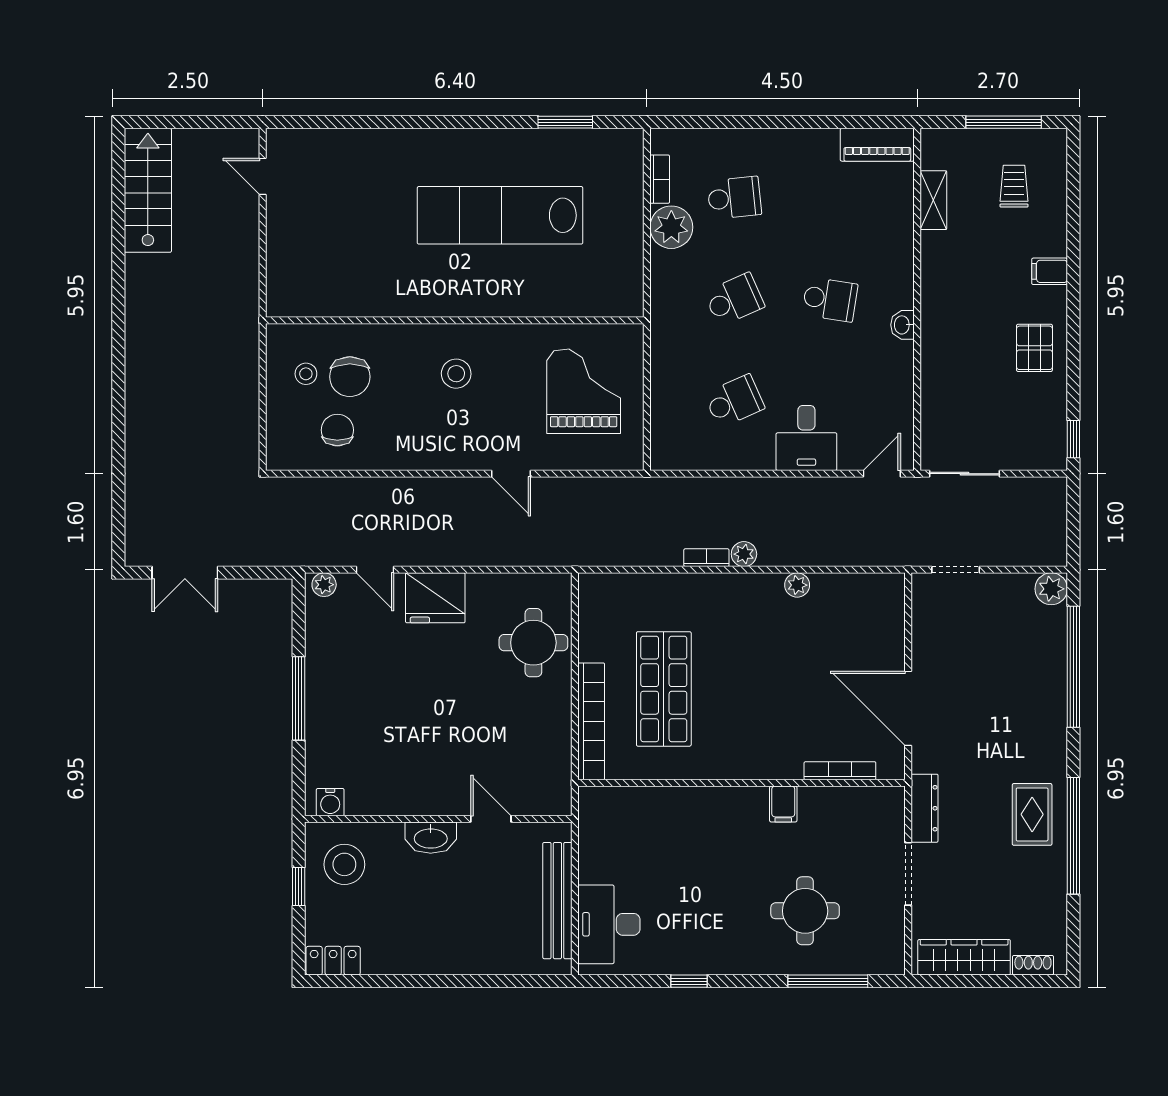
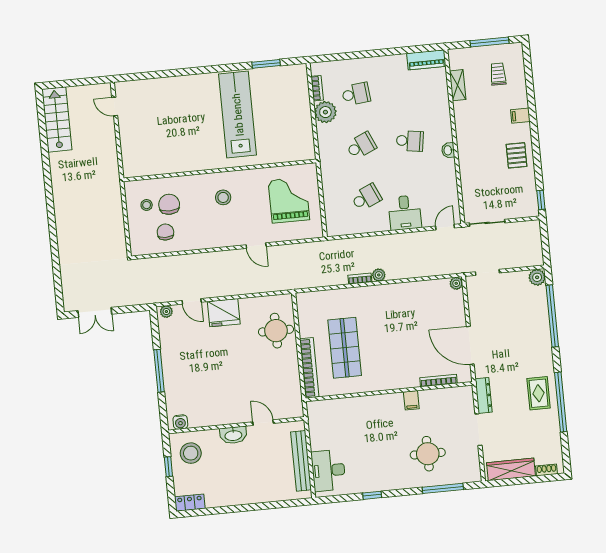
lab bench: (500, 215) -> (238, 115), turned 90
chair: (350, 377) -> (169, 204), turned 180
plant: (797, 585) -> (456, 283), moved

